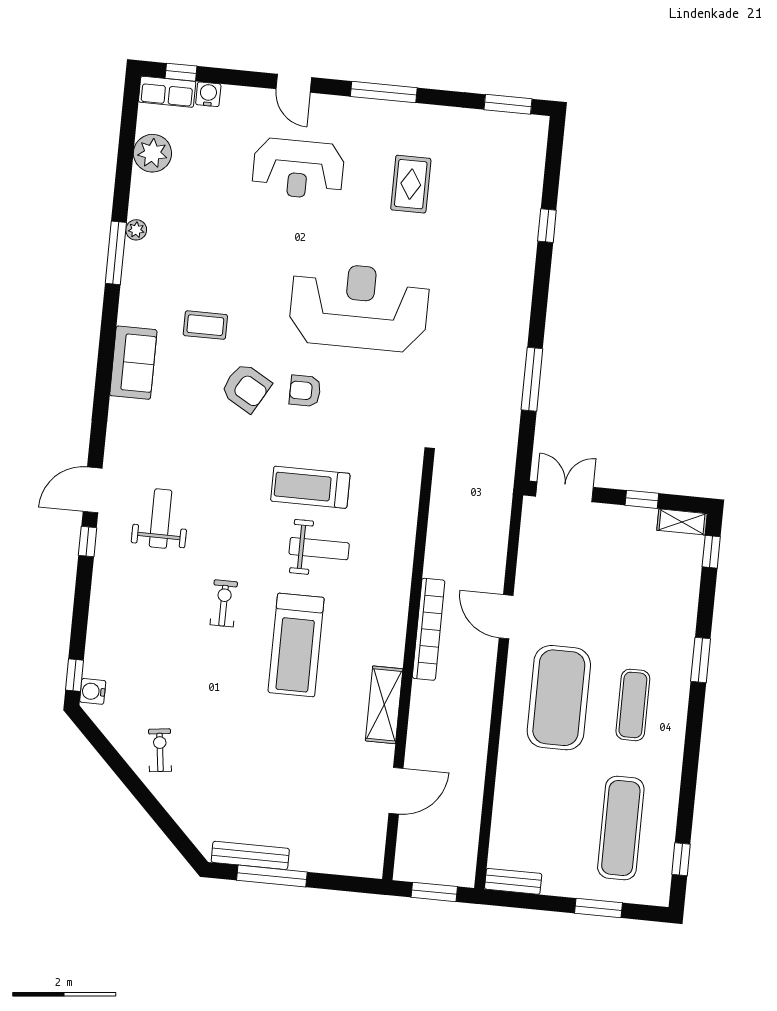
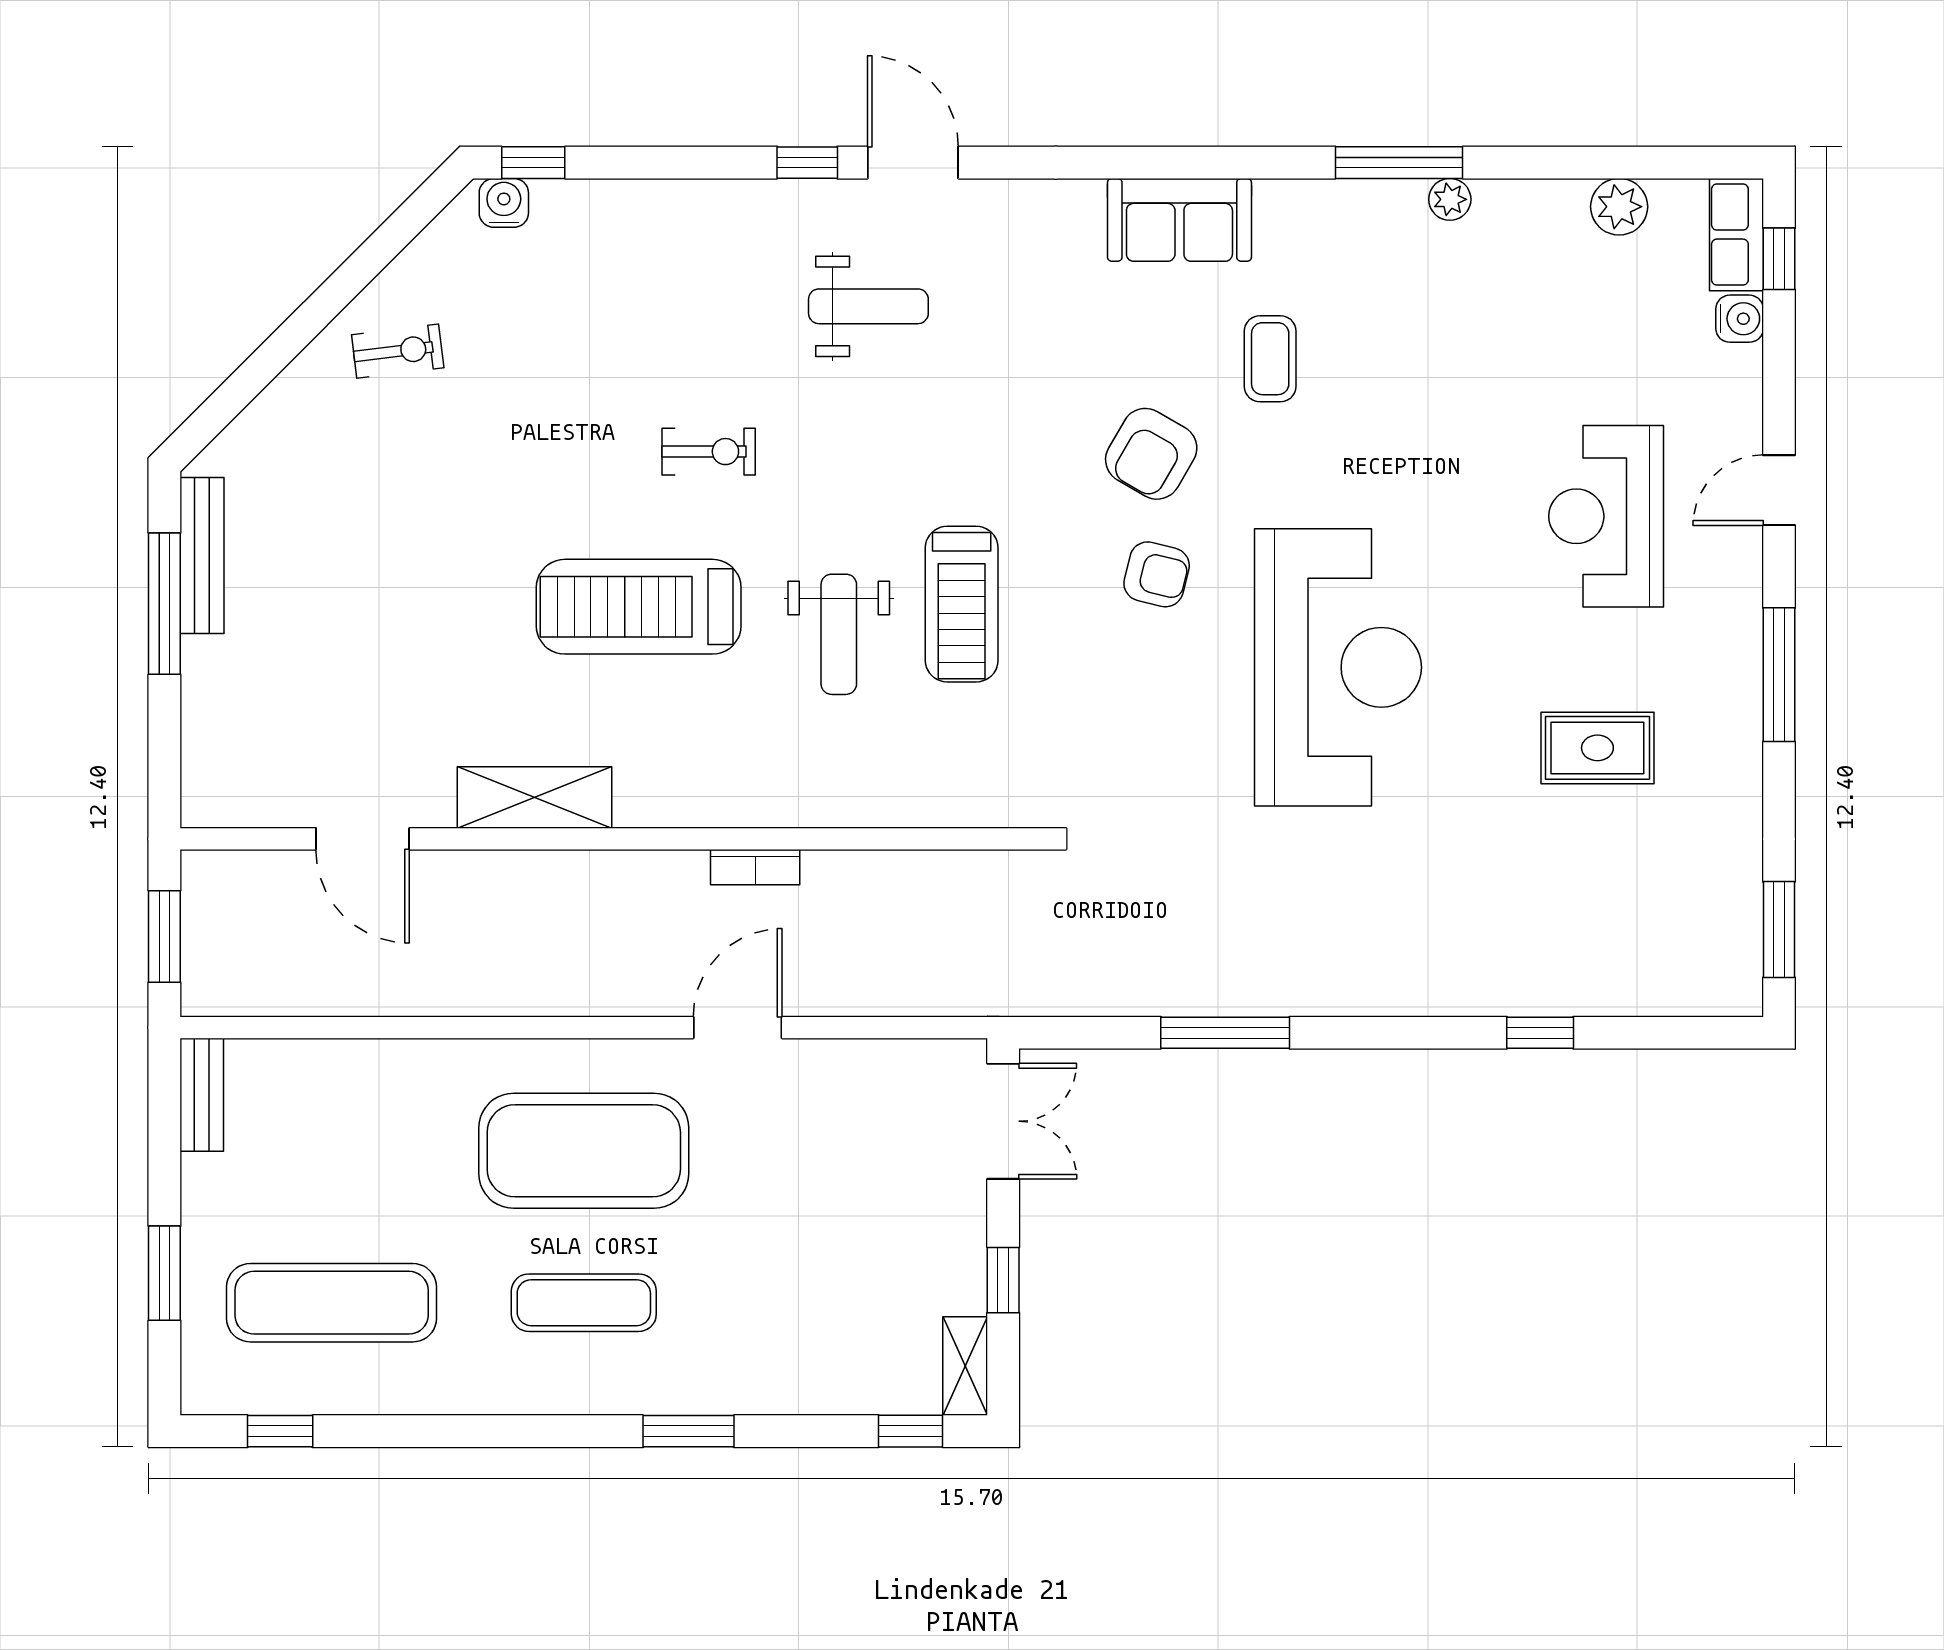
plant: (152, 153) -> (1619, 207), width x0.73, depth x0.73
armchair: (305, 391) -> (1157, 574), turned 104
treadmill: (310, 487) -> (962, 604), turned 180
bookcase: (429, 629) -> (755, 867), width x0.43, depth x0.76

